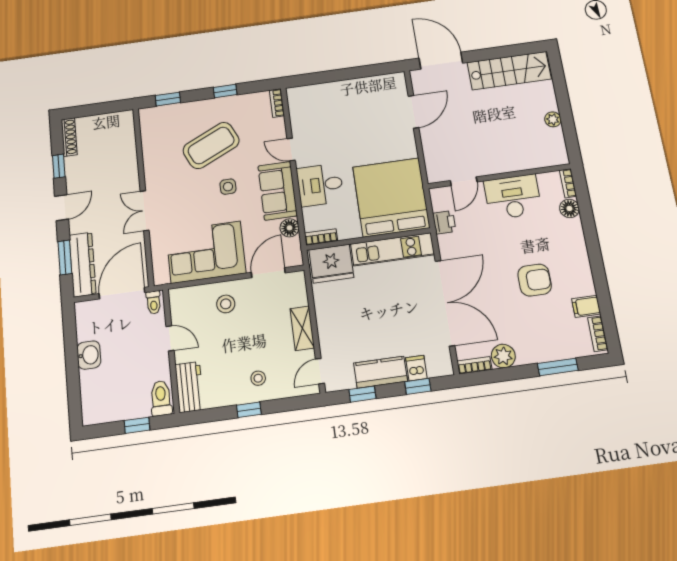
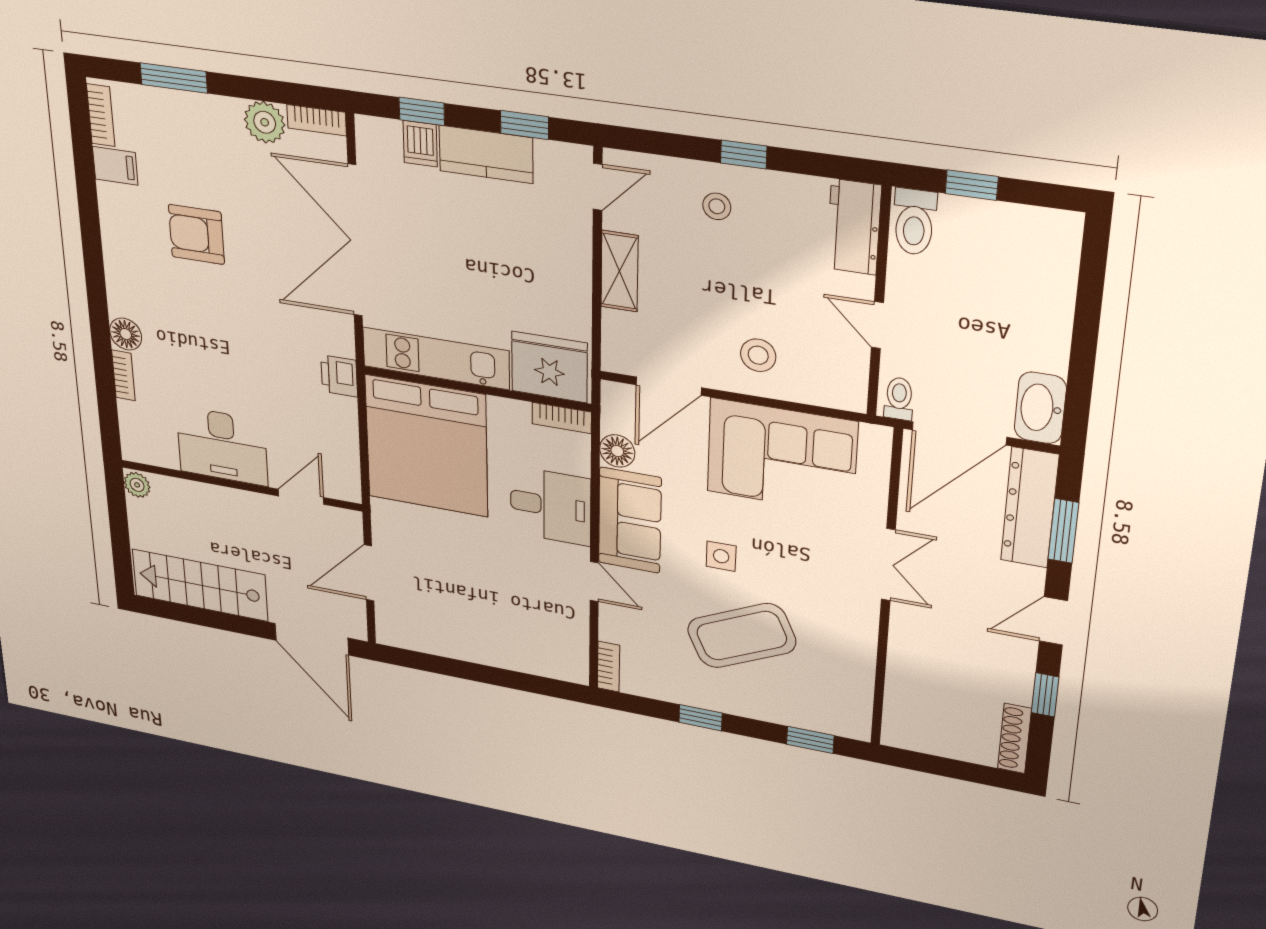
wall: (499, 176) -> (240, 486), moved
door: (464, 181) -> (301, 497), moved
desk: (513, 197) -> (222, 446), moved
washbasin: (89, 355) -> (1040, 408), moved, width x1.38

